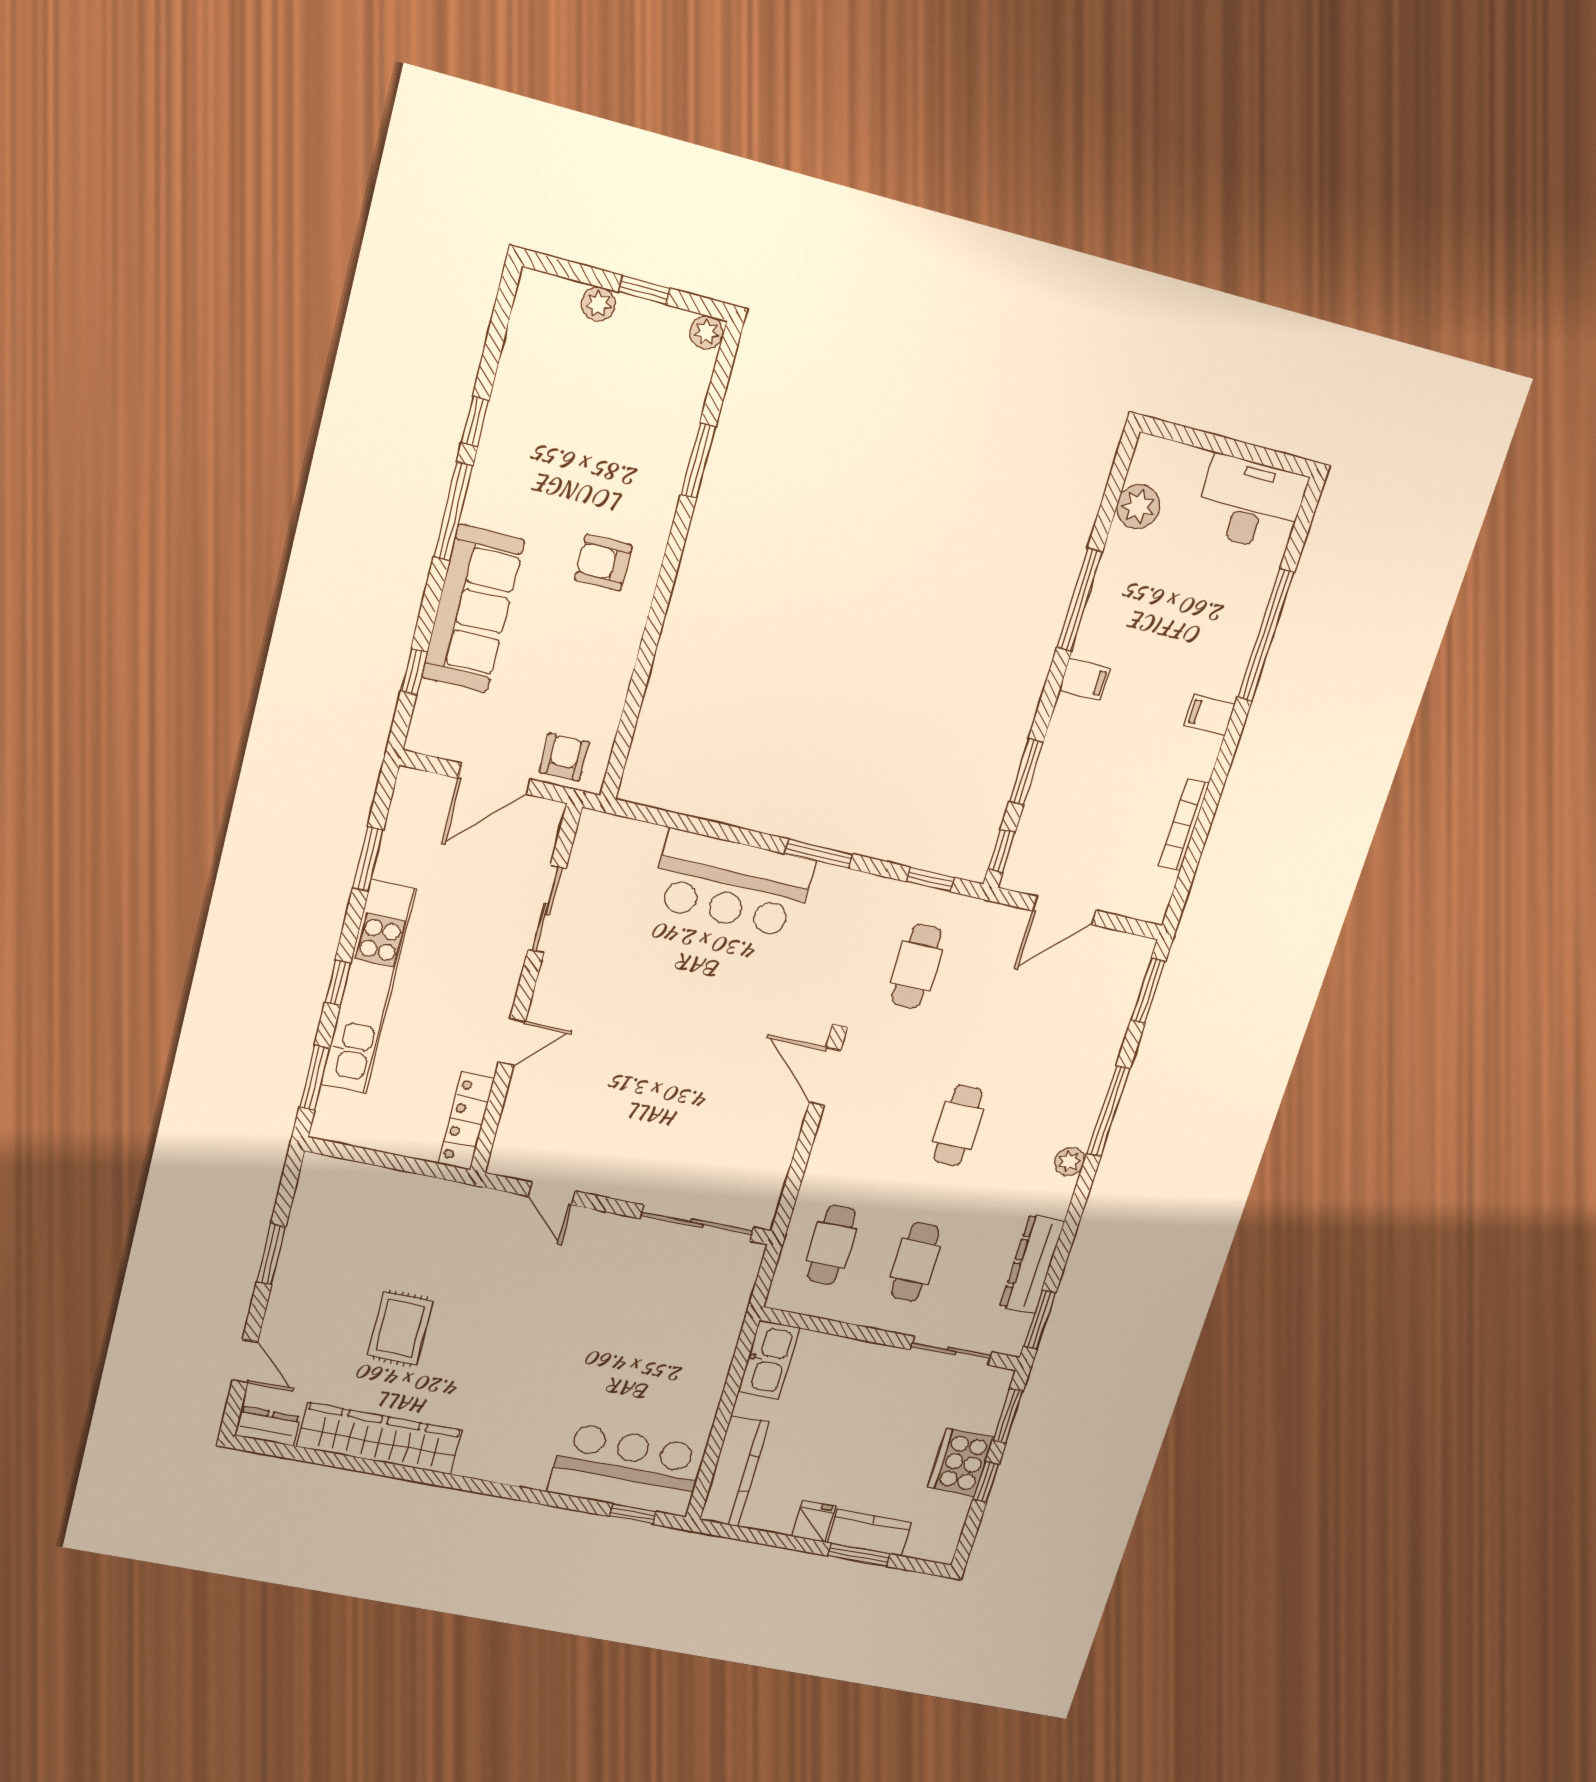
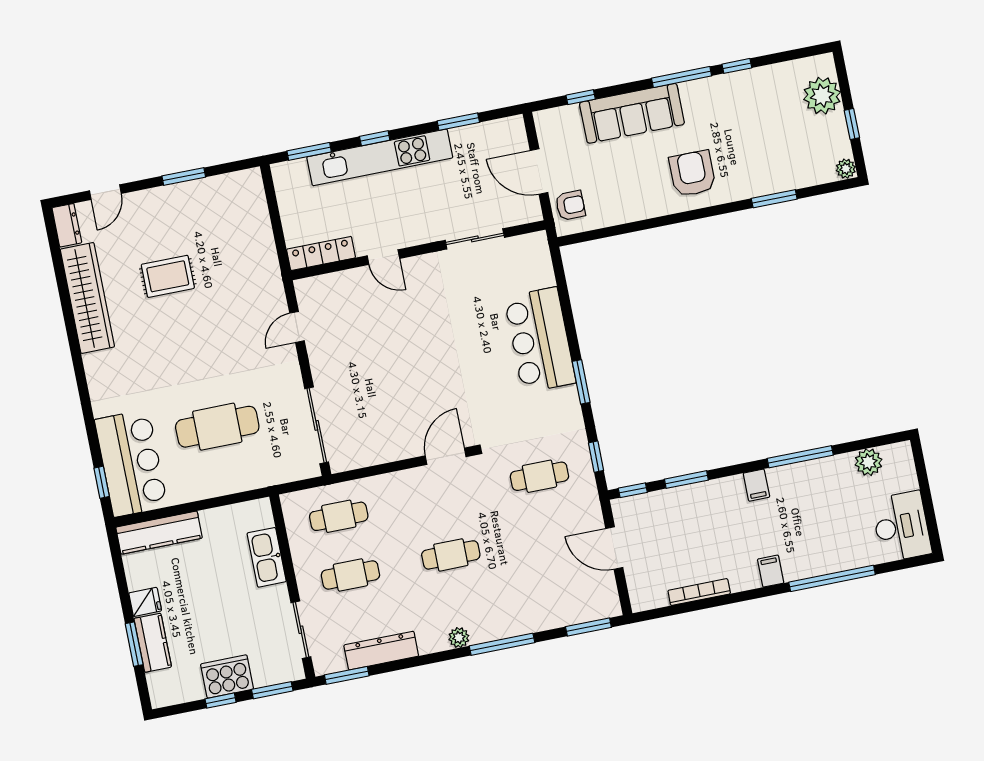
plant: (598, 304) -> (822, 96), width x1.88, depth x1.88
armchair: (603, 563) -> (692, 174), width x1.38, depth x1.38
cafe table: (634, 1347) -> (217, 427), added
kitchen sink: (769, 1360) -> (267, 557), moved, turned 90

